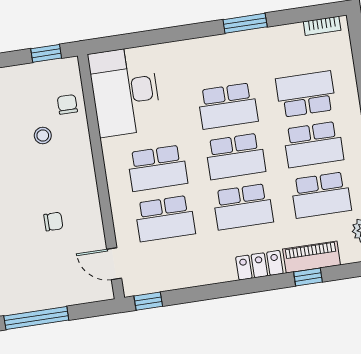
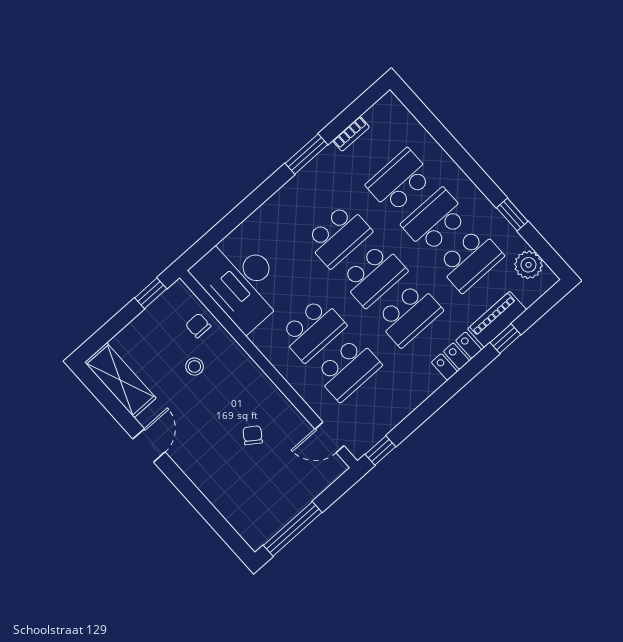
bookcase: (322, 26) -> (351, 134), moved
school desk: (313, 145) -> (435, 220), turned 180
chair: (53, 222) -> (253, 435), turned -55

